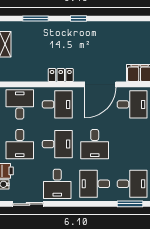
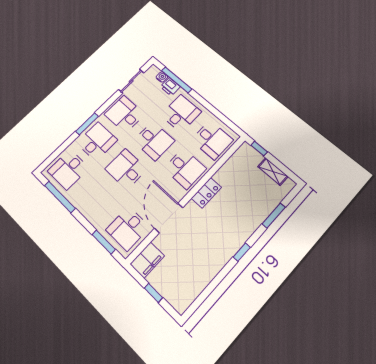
desk: (57, 104) -> (185, 169), turned -90
desk: (20, 144) -> (181, 113), turned 90
desk: (57, 144) -> (154, 141), turned -90
window: (130, 204) -> (87, 124), moved

